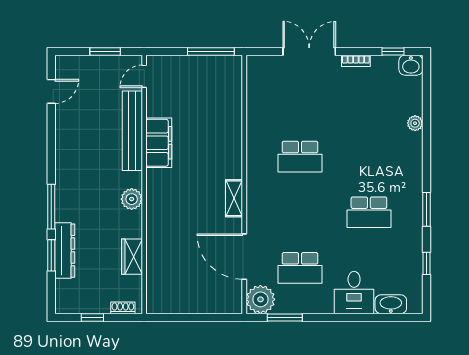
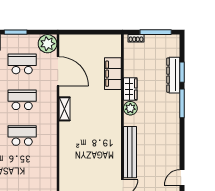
filing cabinet: (159, 143) -> (113, 74), moved
school desk: (300, 212) -> (22, 100), added
wardrobe: (132, 257) -> (130, 89), moved
window: (92, 317) -> (156, 32), width x2.17
window: (285, 317) -> (16, 32), moved

